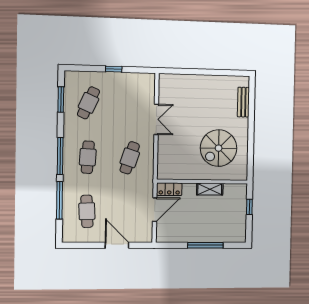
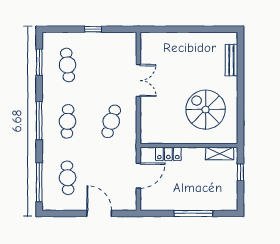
cafe table: (89, 103) -> (68, 65), turned -30
spiral stairs: (219, 148) -> (206, 110), turned 90
locker: (169, 189) -> (168, 154), moved
shelving: (210, 189) -> (220, 154), moved
window: (59, 200) -> (39, 182), moved

